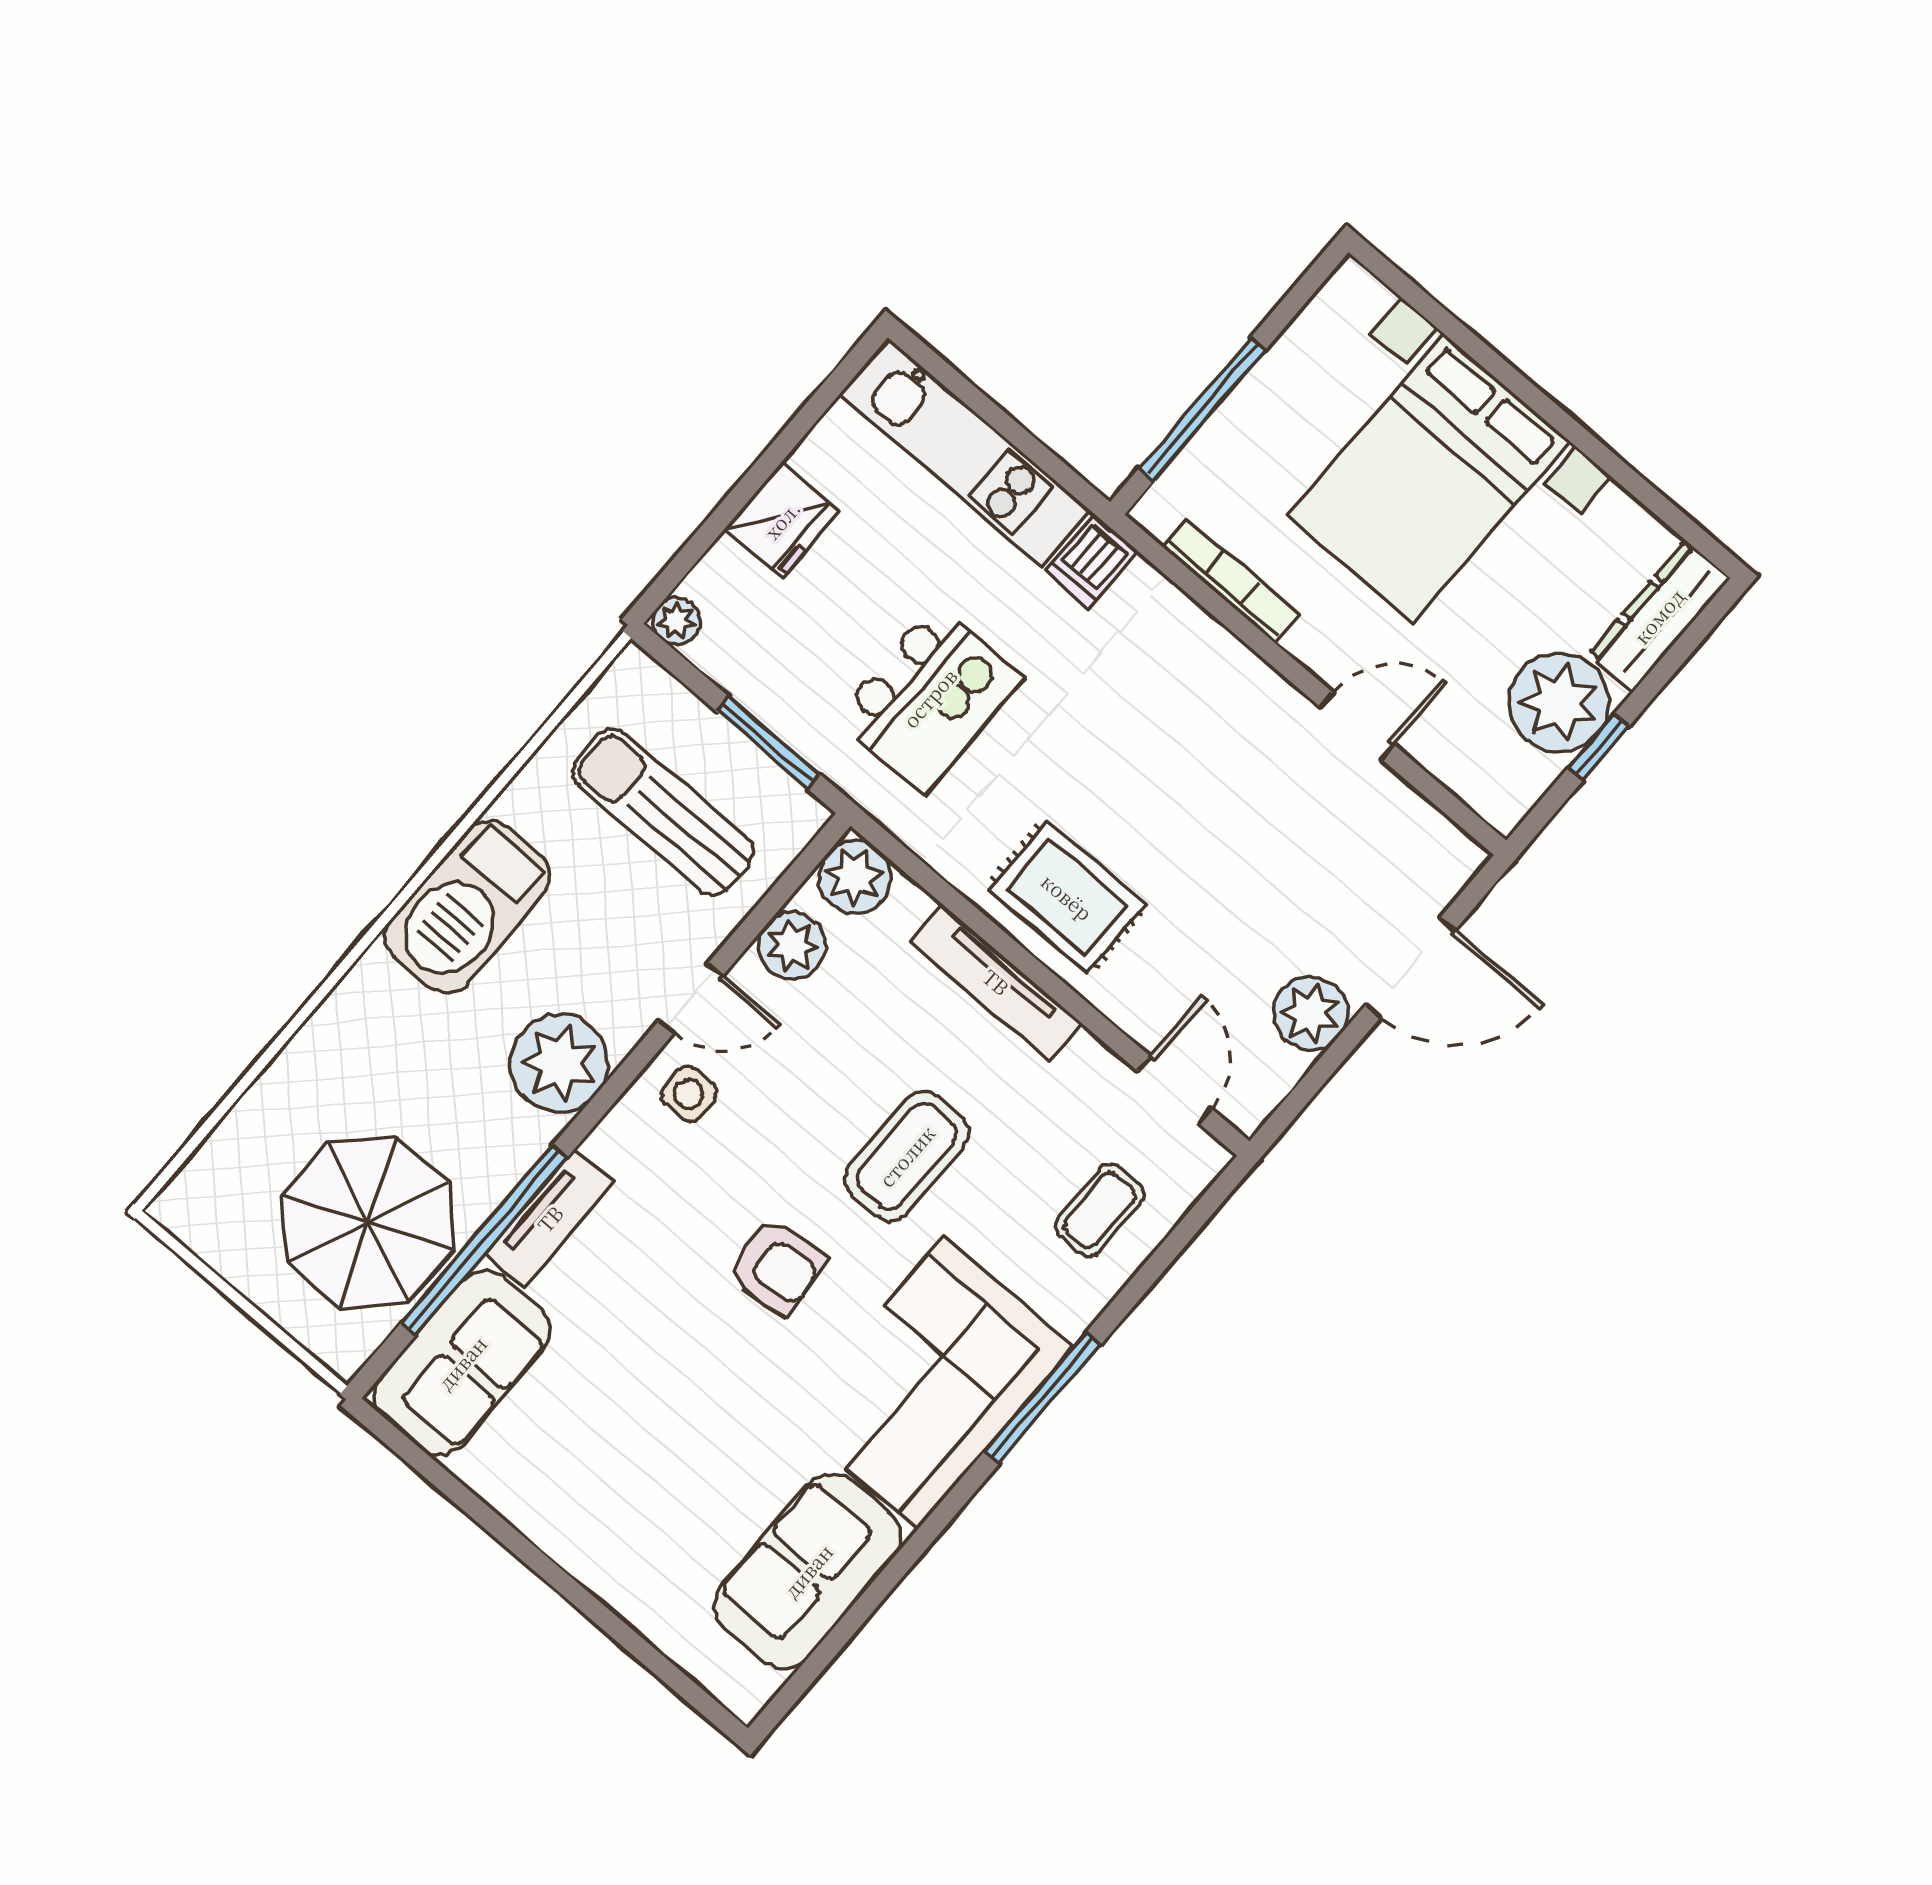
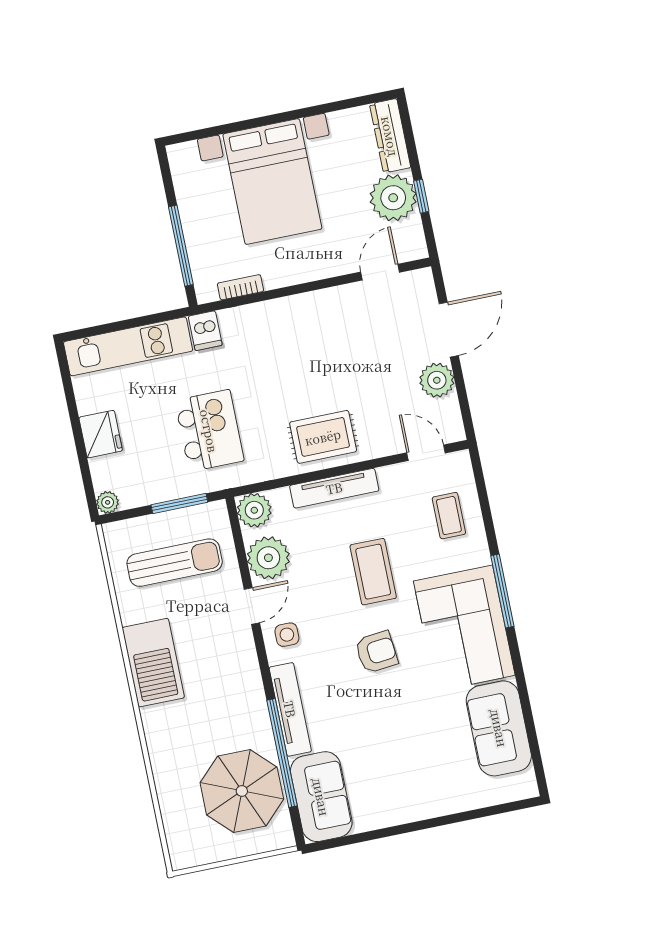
bookcase: (1230, 580) -> (240, 287), width x0.64
door: (1357, 726) -> (380, 272), moved
sun lounger: (663, 812) -> (175, 563), turned 180
plant: (792, 946) -> (268, 558), width x1.36, depth x1.36
plant: (559, 1063) -> (238, 674), removed
tv unit: (550, 1219) -> (290, 709), width x1.41

